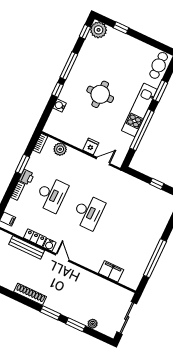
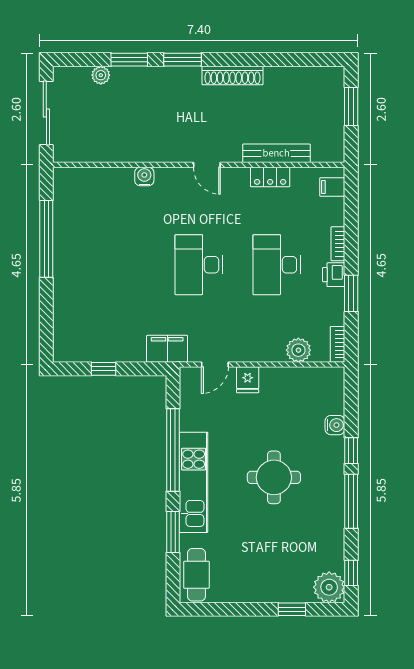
water cooler: (49, 245) -> (144, 177), moved
filing cabinet: (111, 271) -> (167, 349), moved, turned 180

